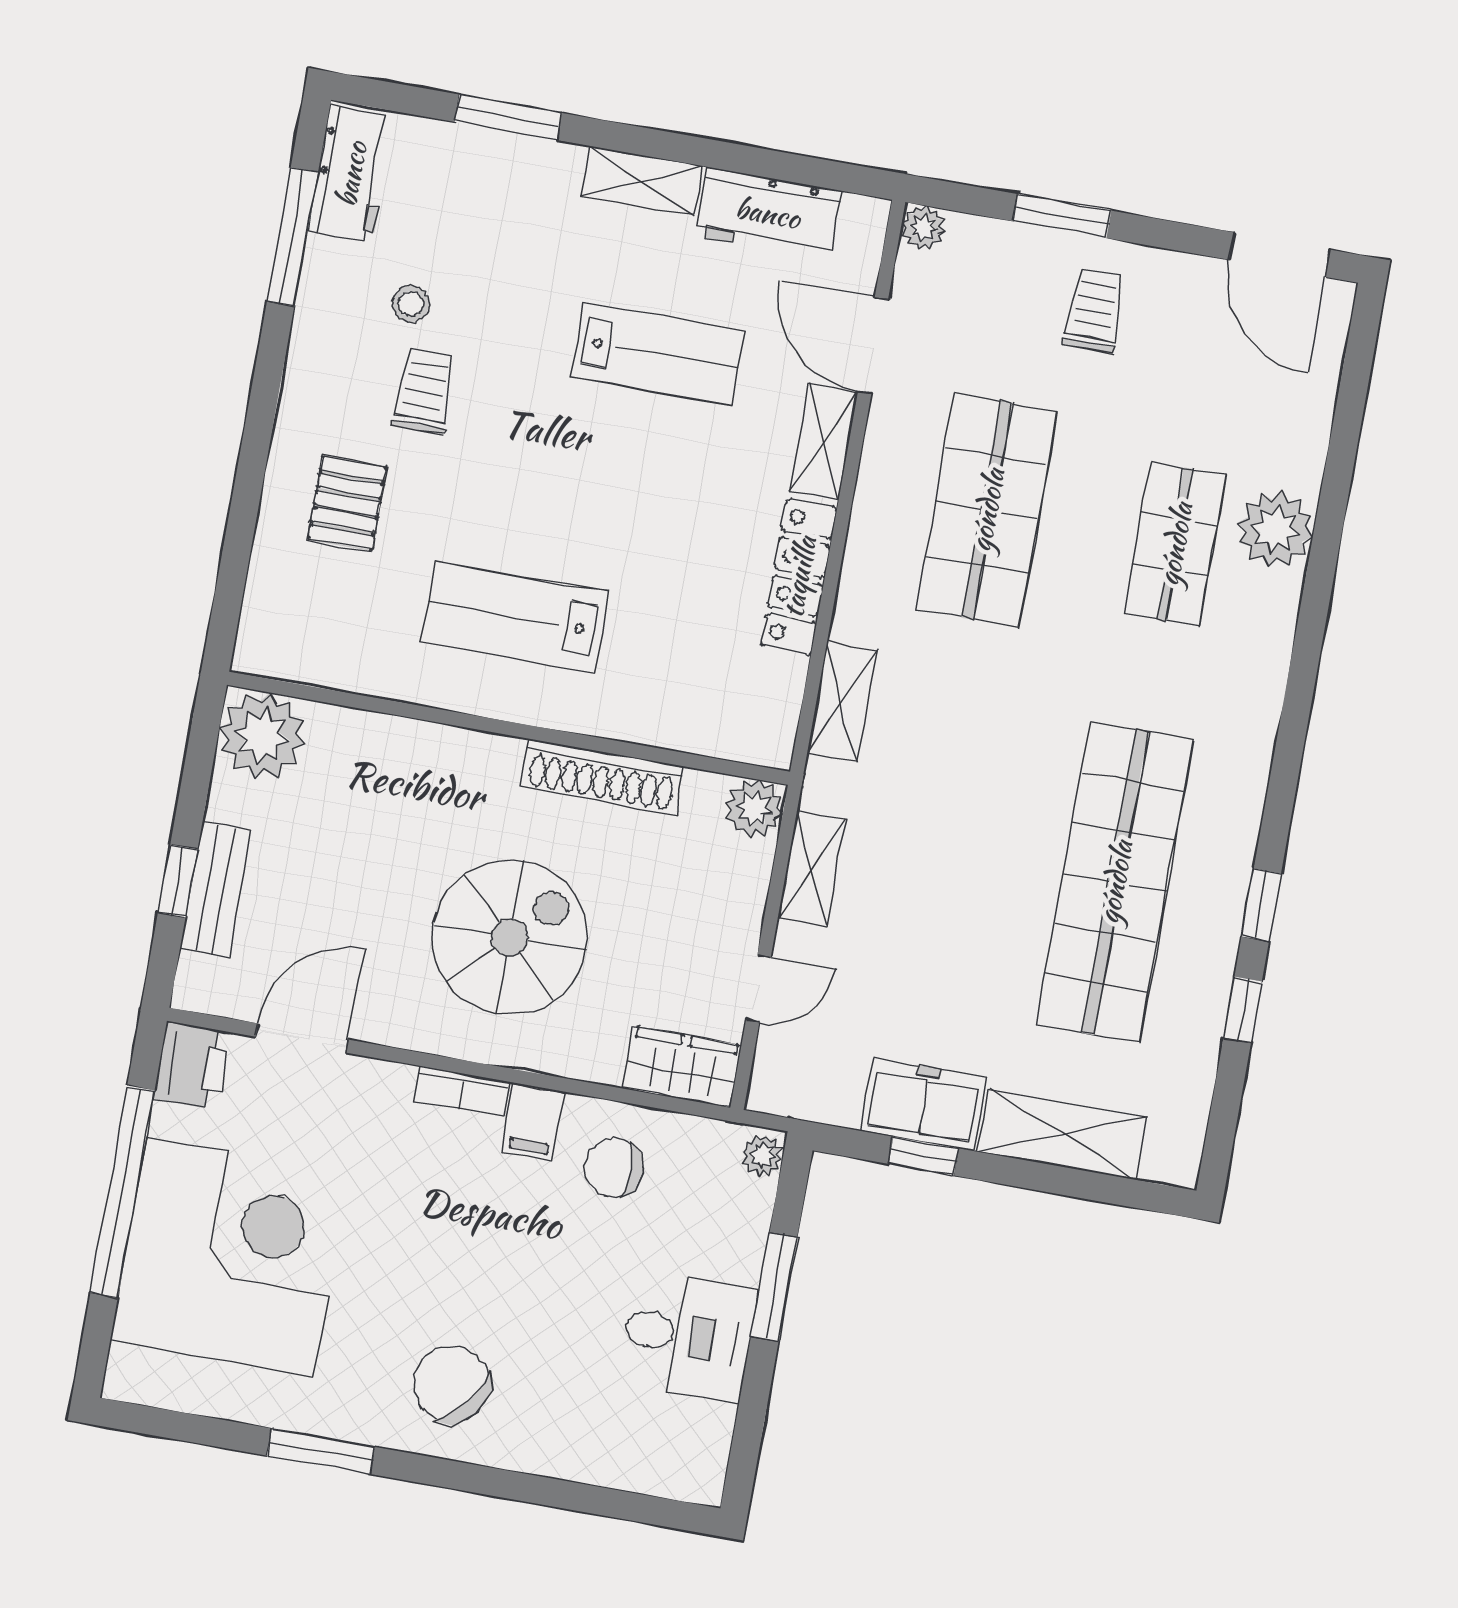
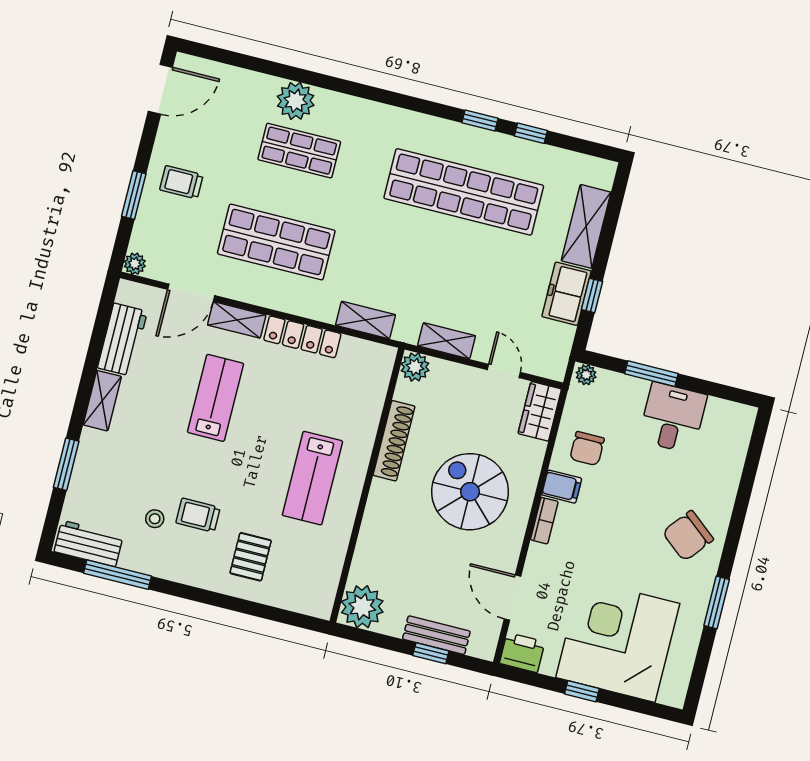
lab bench: (657, 354) -> (216, 398), moved
pallet: (347, 503) -> (251, 557), turned 90
window: (122, 1191) -> (582, 691), width x0.32

